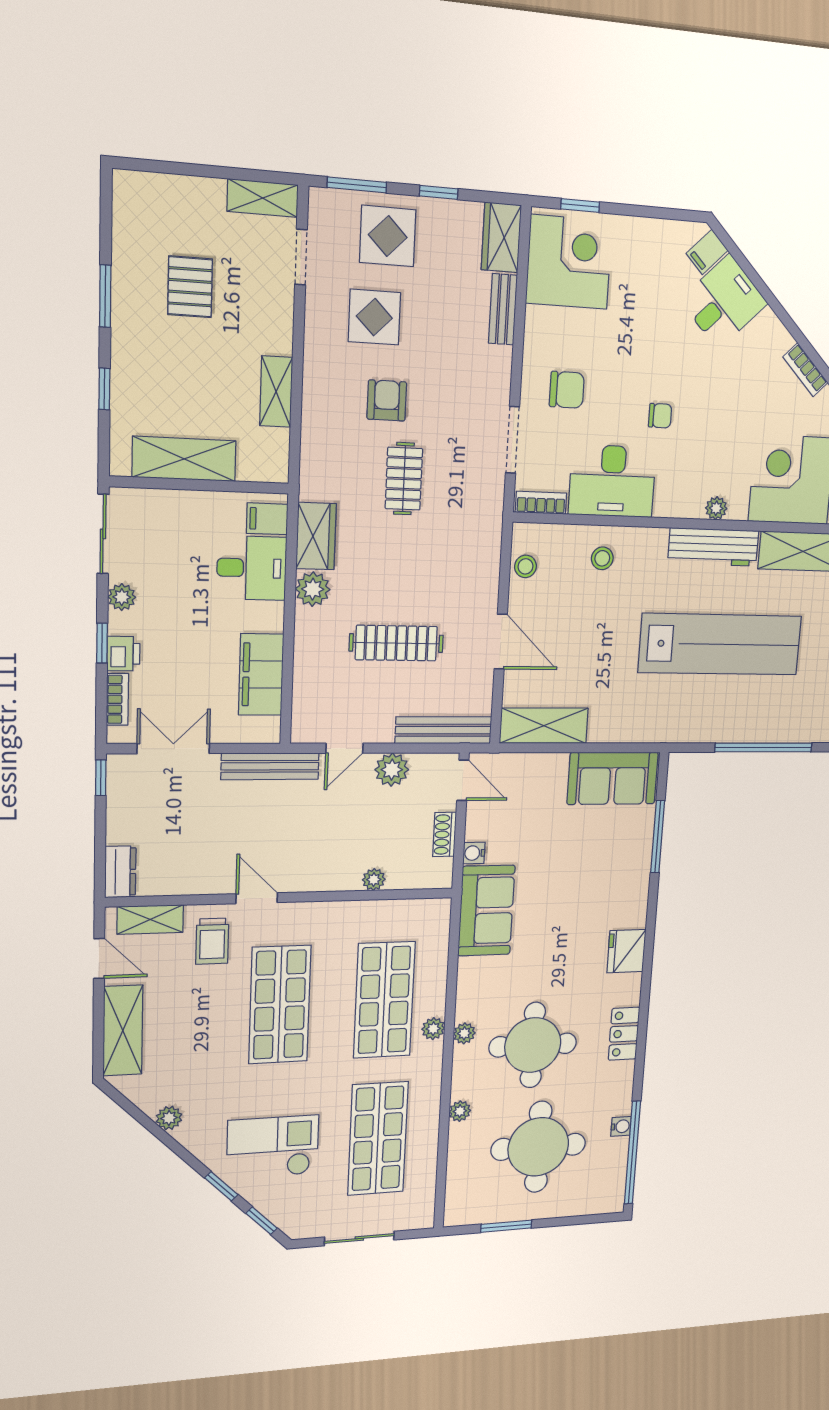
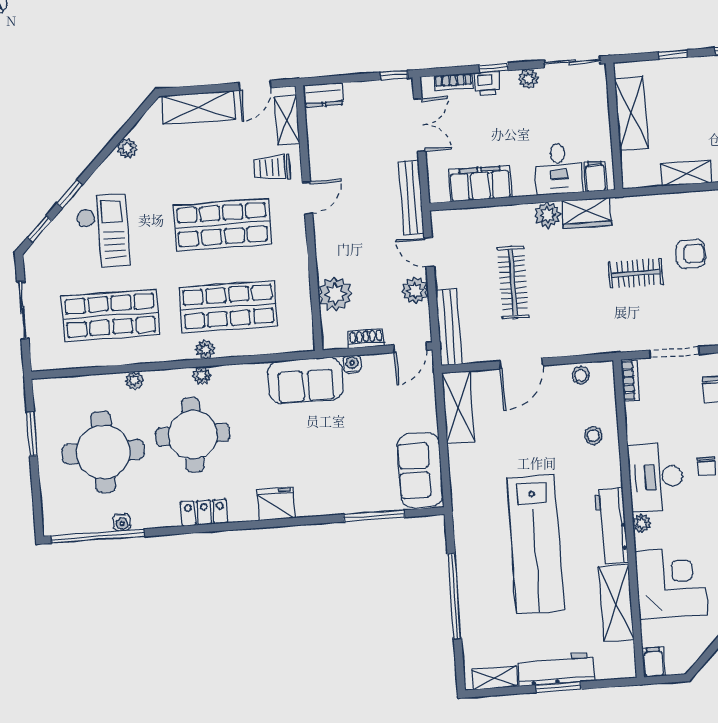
desk: (612, 481) -> (656, 477), moved
plant: (374, 880) -> (335, 294), width x1.88, depth x1.88

